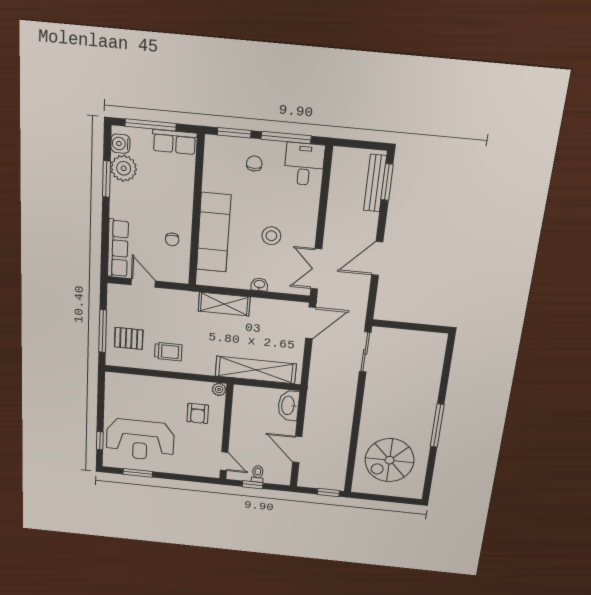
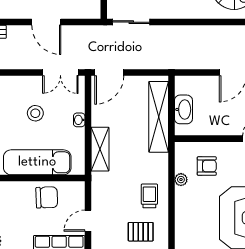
chair: (172, 239) -> (47, 197), width x1.87, depth x1.87
door: (311, 323) -> (109, 72), swing flipped
pallet: (129, 338) -> (141, 232), turned 90
plant: (219, 389) -> (181, 180), moved
washbasin: (288, 405) -> (183, 109), moved, turned -90

